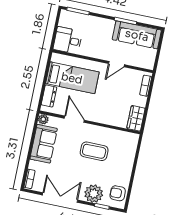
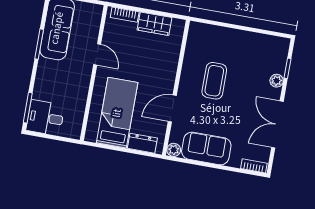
desk: (68, 40) -> (45, 118), moved, turned 90
wardrobe: (136, 118) -> (155, 24), moved
armchair: (118, 193) -> (269, 48), removed
plant: (94, 194) -> (277, 81), width x0.53, depth x0.53

